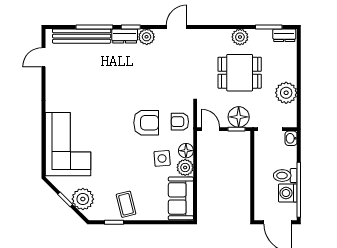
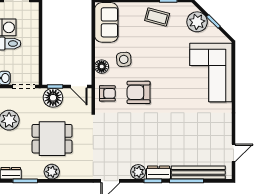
plant: (185, 167) -> (103, 51), removed
coffee table: (126, 204) -> (157, 17), turned -61

